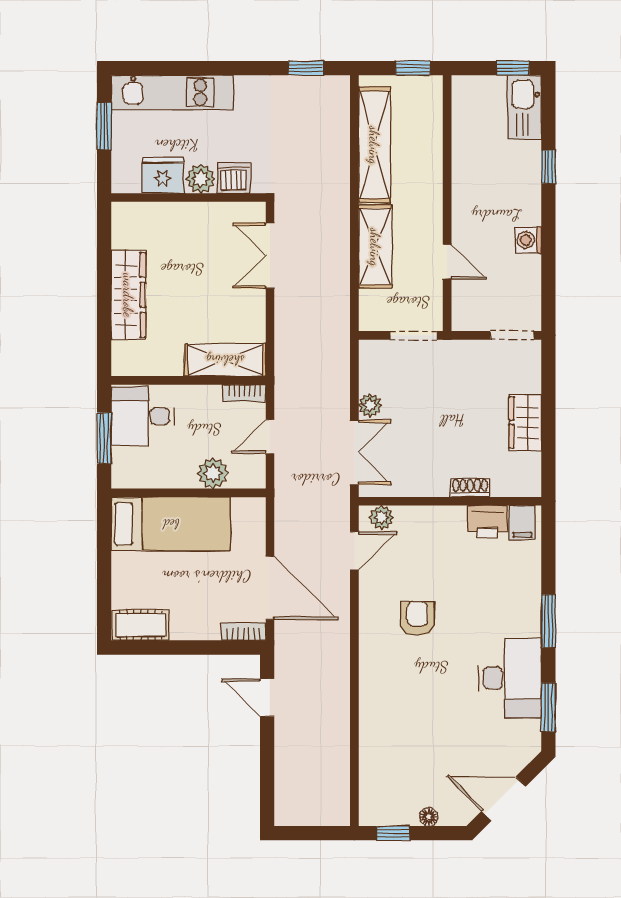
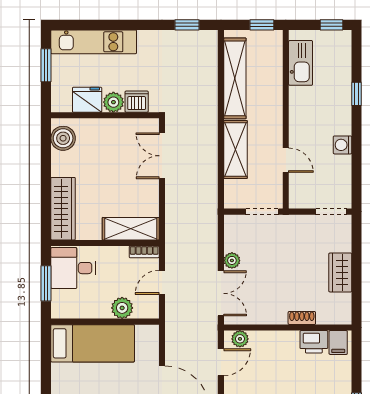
kitchen sink: (524, 107) -> (301, 63), moved, turned 180
boiler: (128, 230) -> (63, 138), added
wardrobe: (128, 295) -> (63, 209), moved

